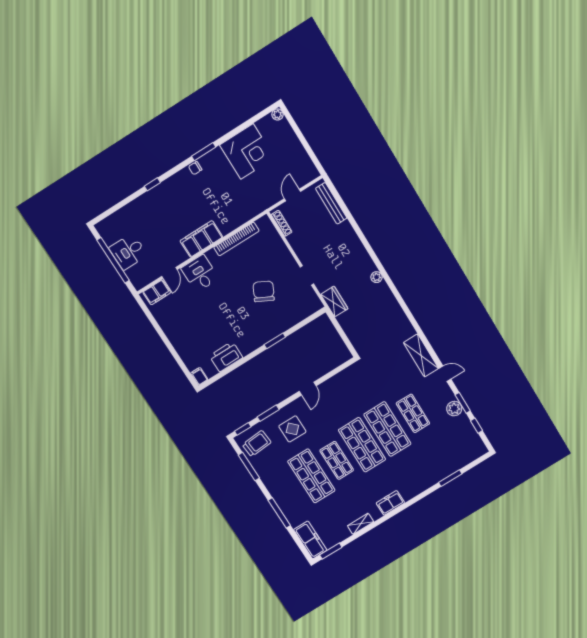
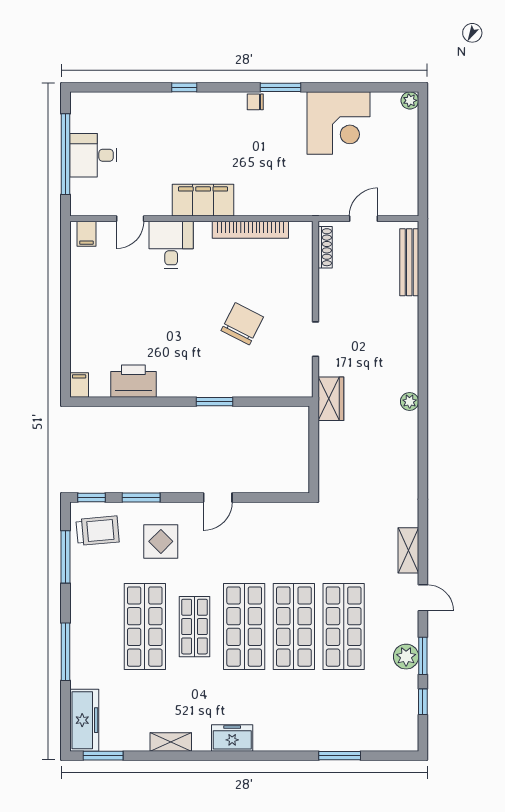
filing cabinet: (157, 292) -> (86, 234), width x0.50
shelving: (421, 355) -> (408, 550), width x0.67, depth x0.75
shop shelf: (413, 413) -> (344, 627), width x1.43, depth x1.36

